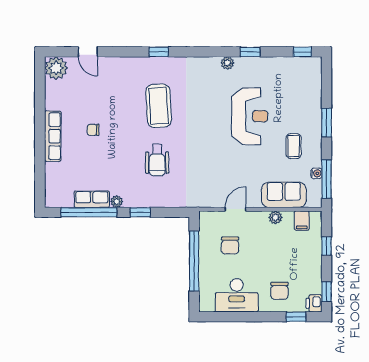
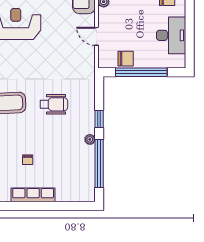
row of seats: (92, 199) -> (88, 161), removed
chair: (230, 245) -> (126, 59), moved

